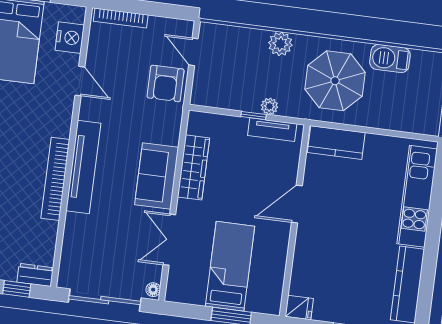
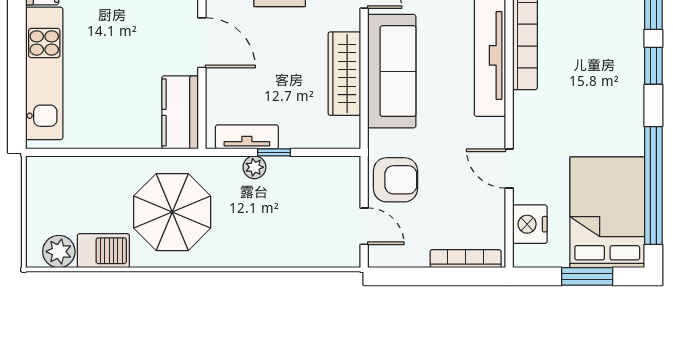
plant: (280, 44) -> (59, 252), moved
armchair: (166, 83) -> (395, 180), turned 90
kitchen counter: (336, 143) -> (180, 112), moved, turned -90
sofa: (157, 176) -> (392, 71), width x1.36
door: (297, 204) -> (202, 43), hinge flipped

